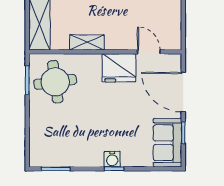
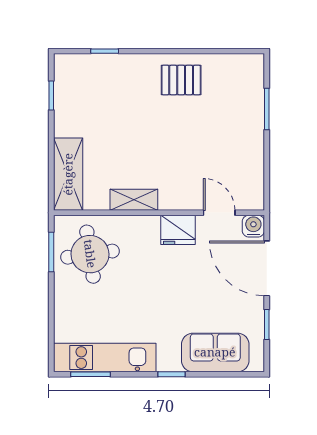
fridge: (119, 68) -> (178, 230), width x0.73, depth x0.75
sofa: (167, 143) -> (215, 352), moved, turned 90
kitchen unit: (66, 157) -> (105, 358), added
water cooler: (112, 159) -> (253, 226), moved, turned 180

